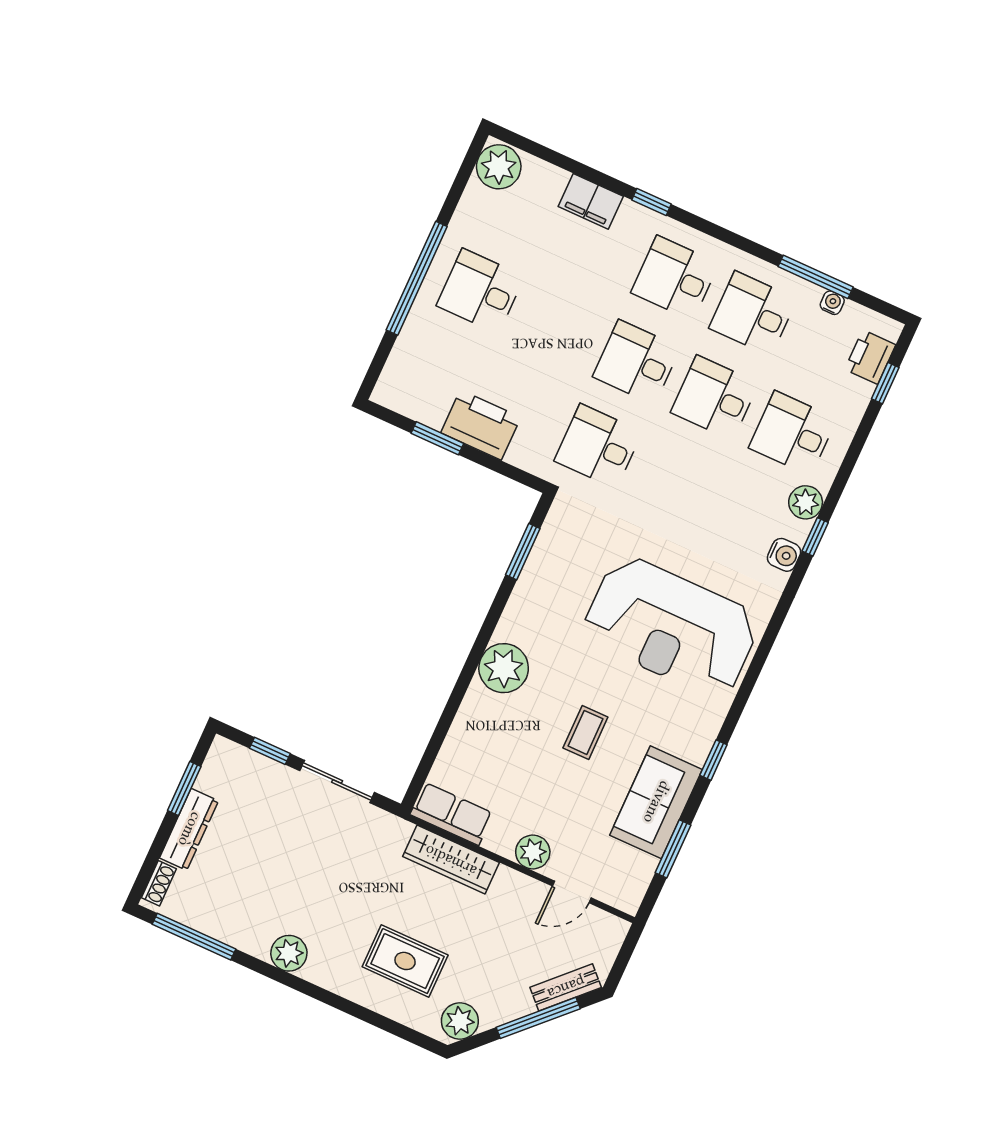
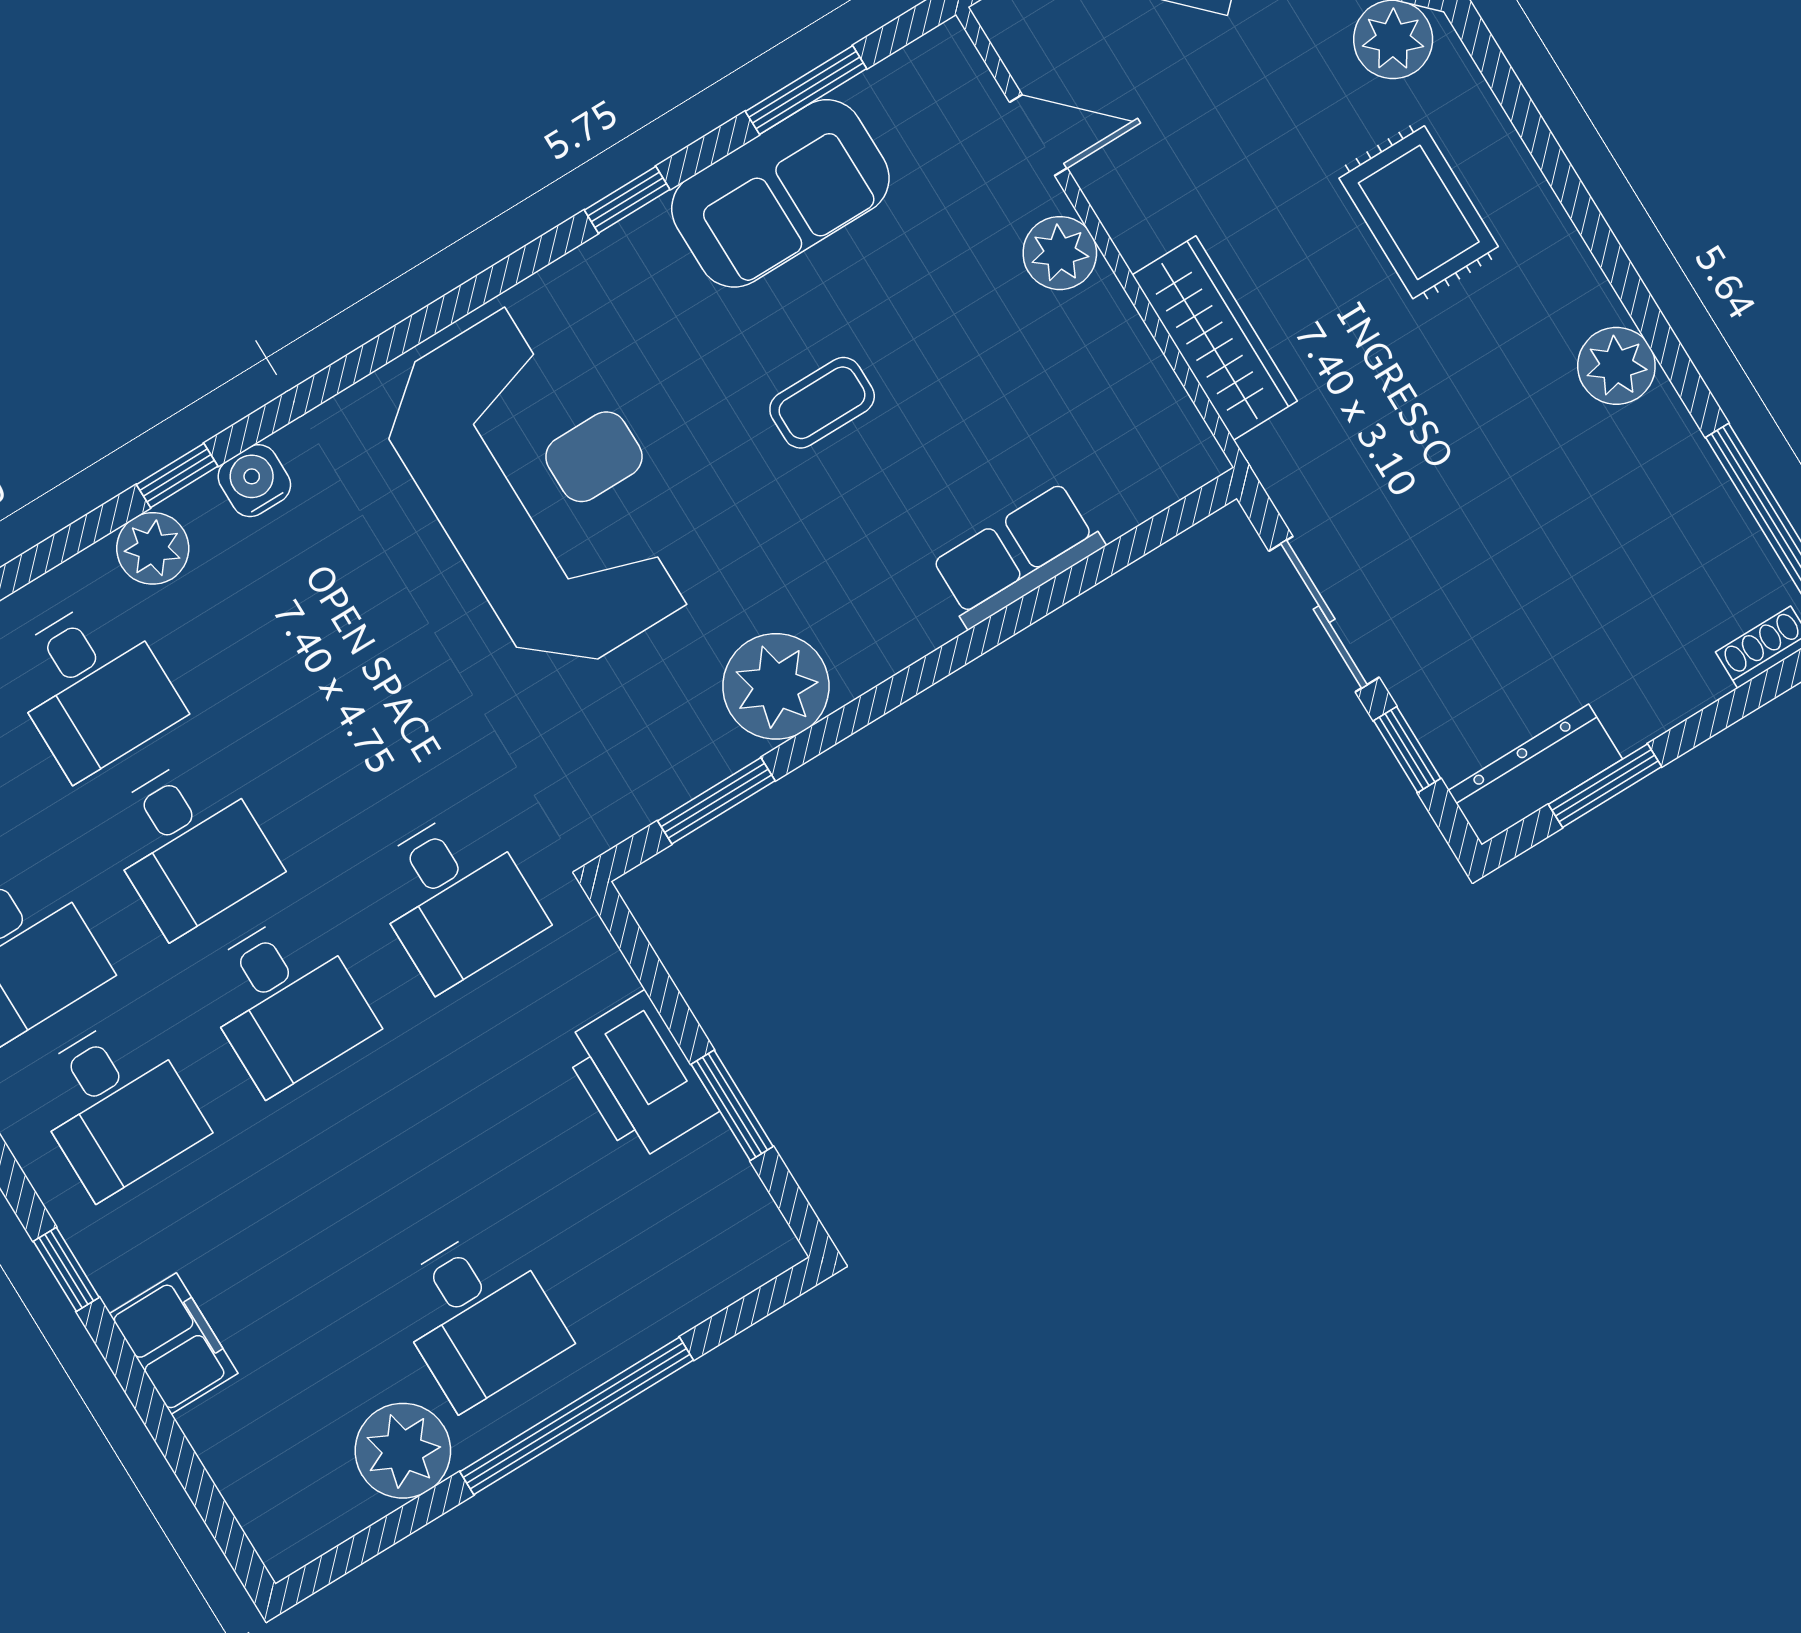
plant: (499, 167) -> (403, 1451), moved
plant: (504, 668) -> (776, 686), moved
row of seats: (452, 814) -> (1017, 555), moved, turned 90
dresser: (189, 829) -> (1535, 775), moved

